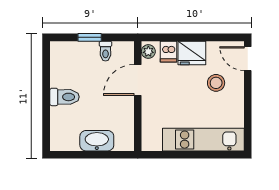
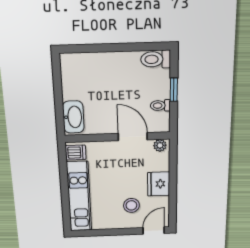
dishwasher: (169, 52) -> (76, 153), moved, turned 180
toilet: (64, 97) -> (156, 59), moved, turned 90
washbasin: (97, 141) -> (73, 117), moved

